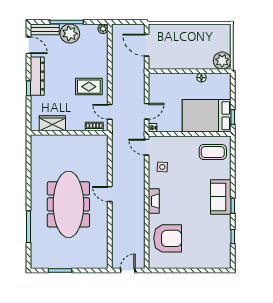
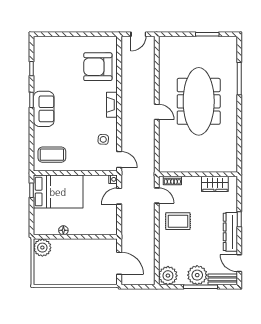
plant: (103, 29) -> (168, 276), width x1.87, depth x1.87

